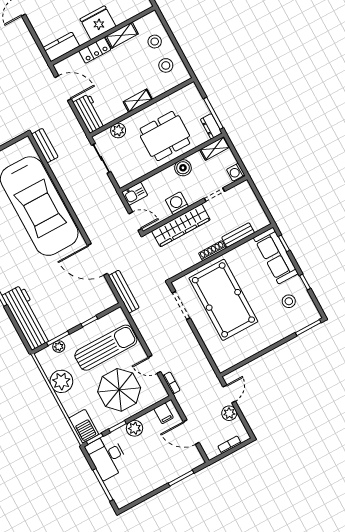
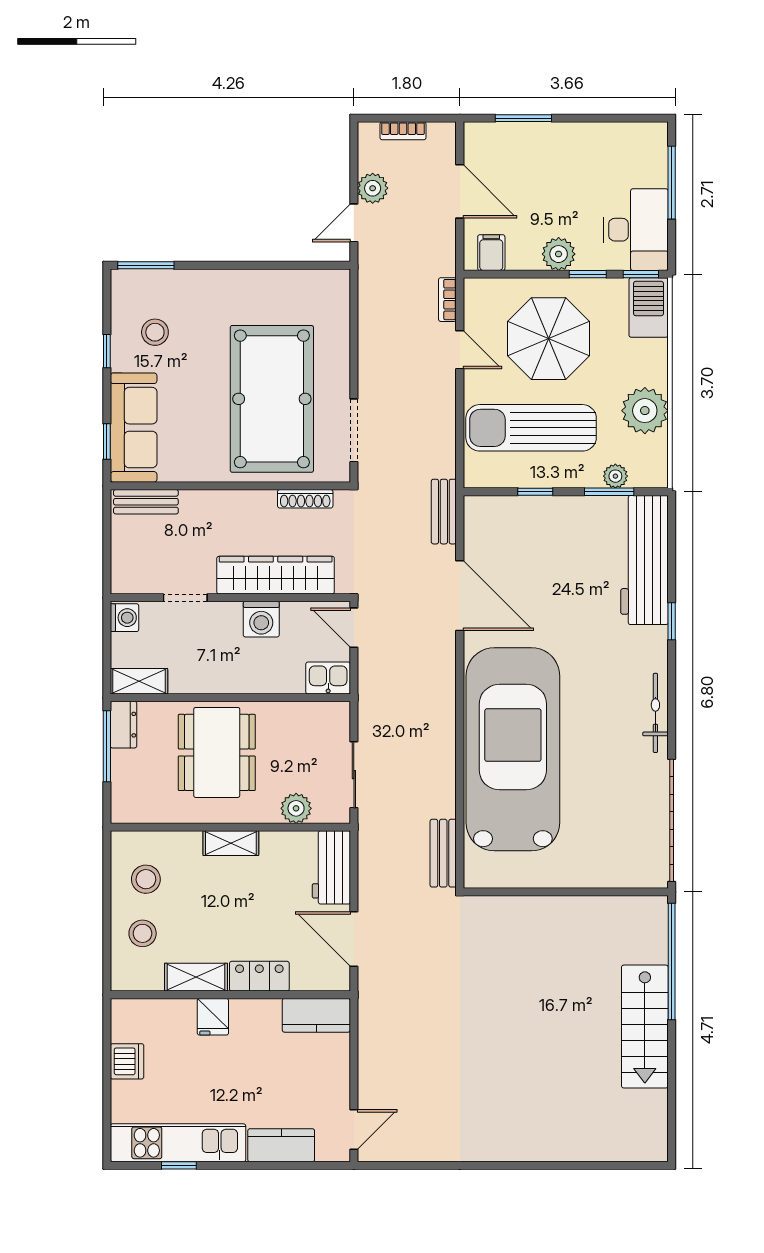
fridge: (98, 23) -> (213, 1017), width x0.53, depth x0.75
dining table: (165, 136) -> (217, 752), turned 90
boiler: (183, 168) -> (215, 677), removed
bench: (238, 235) -> (146, 502), moved
shoe rack: (212, 251) -> (305, 499), moved
bench: (124, 292) -> (444, 512), width x0.73

